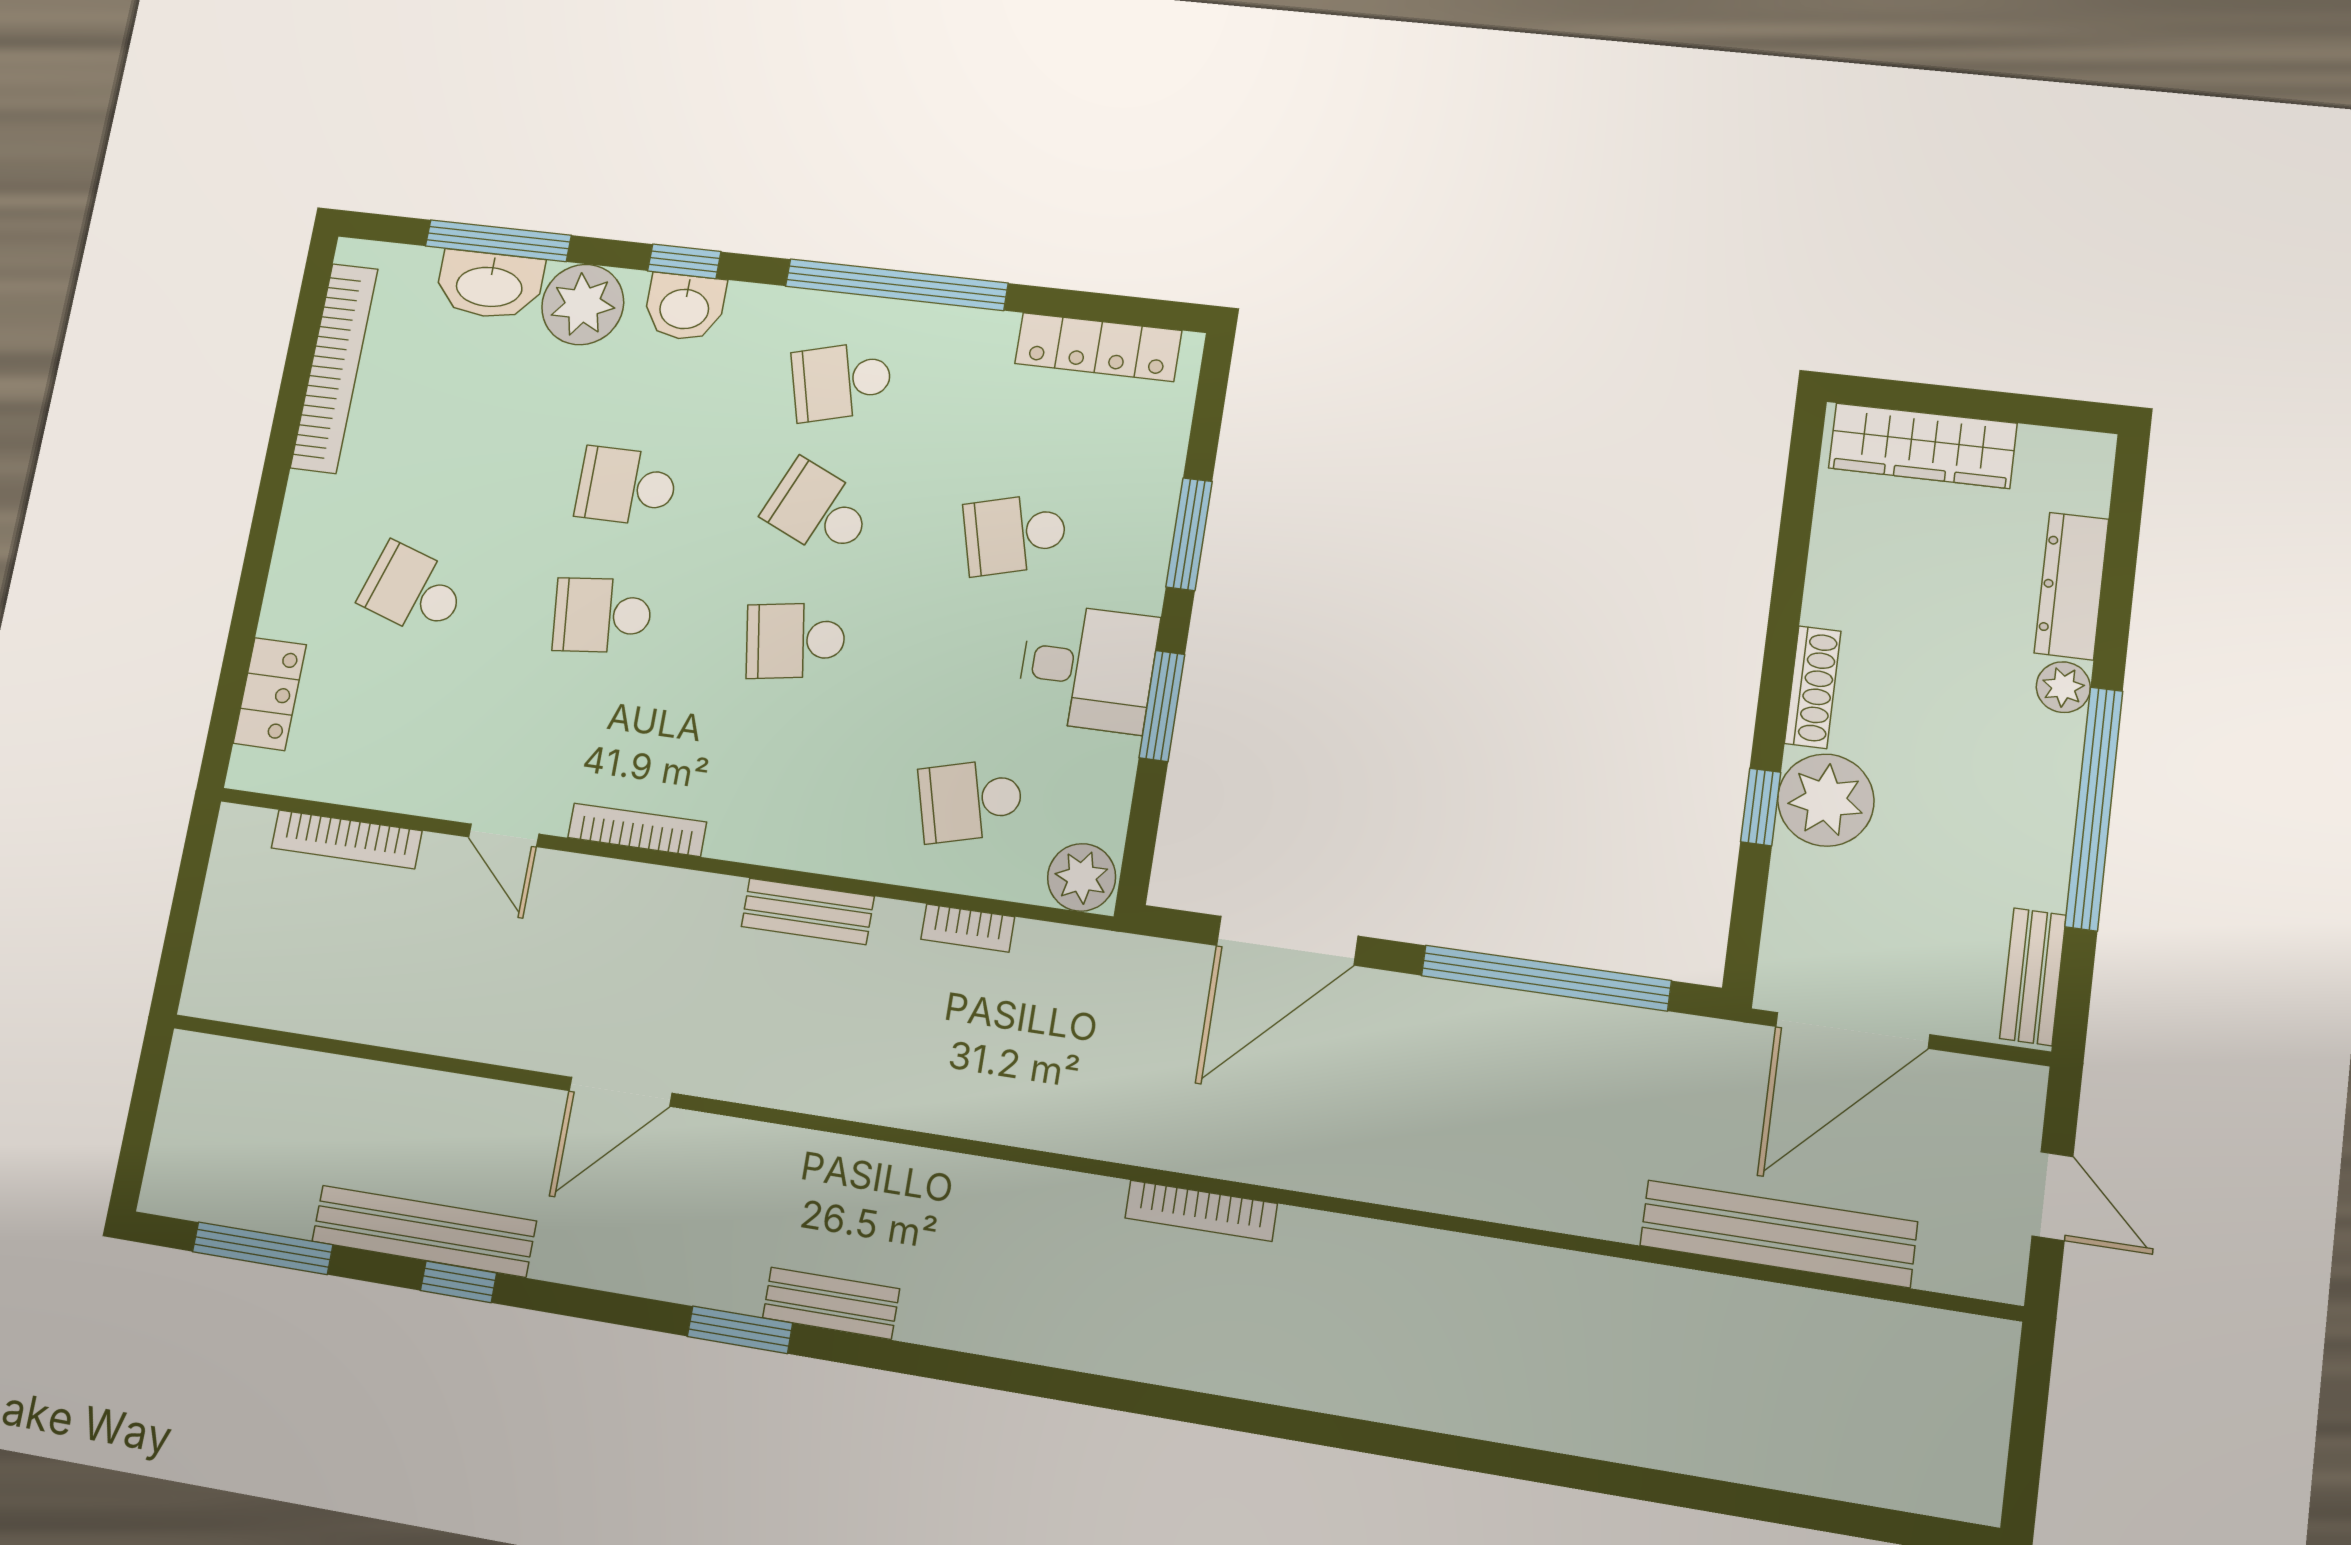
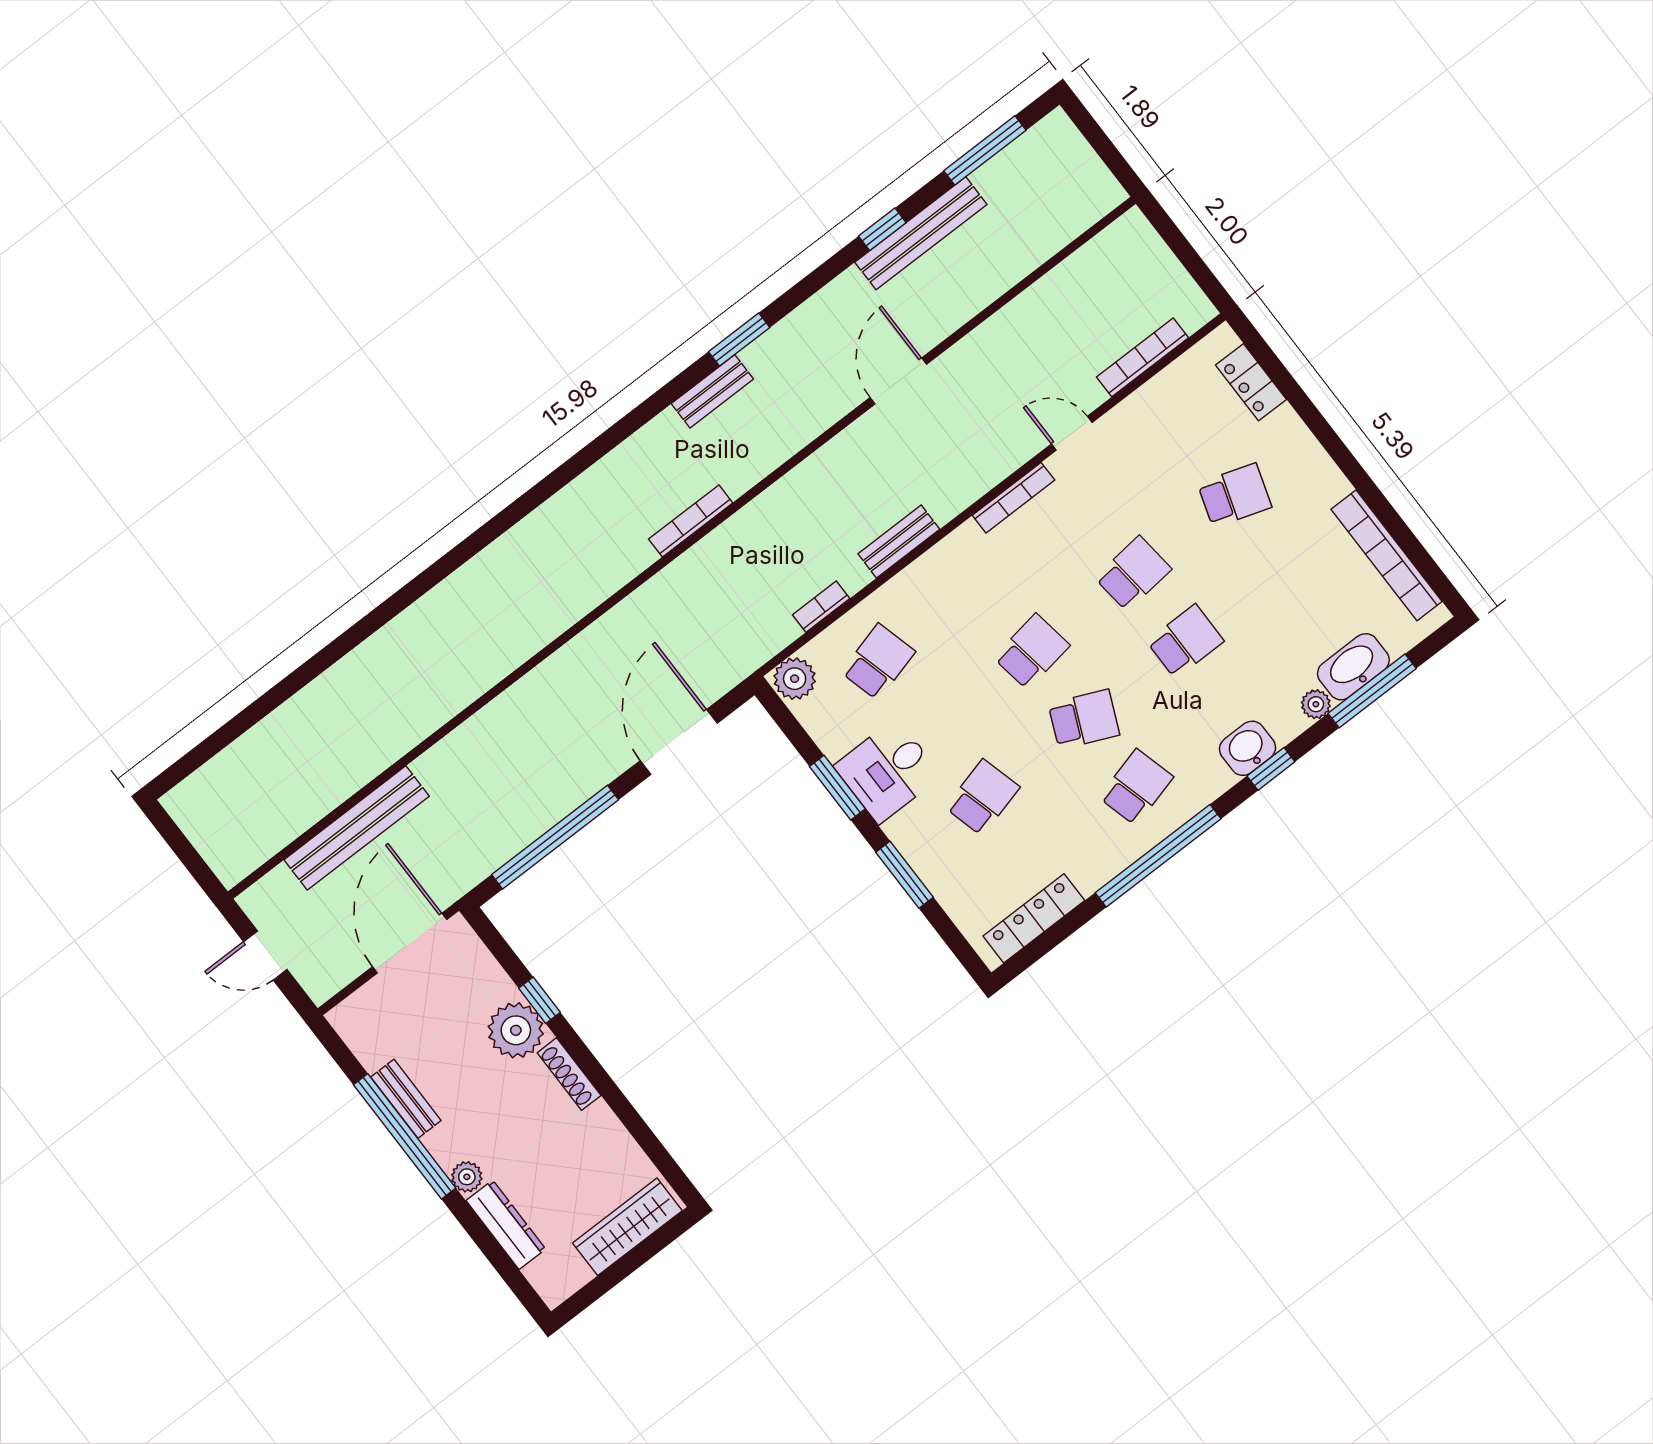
plant: (583, 305) -> (1316, 704), width x0.53, depth x0.53
bench: (2033, 977) -> (406, 1099), moved
bookcase: (1201, 1211) -> (691, 521), moved

